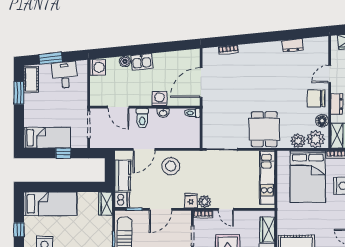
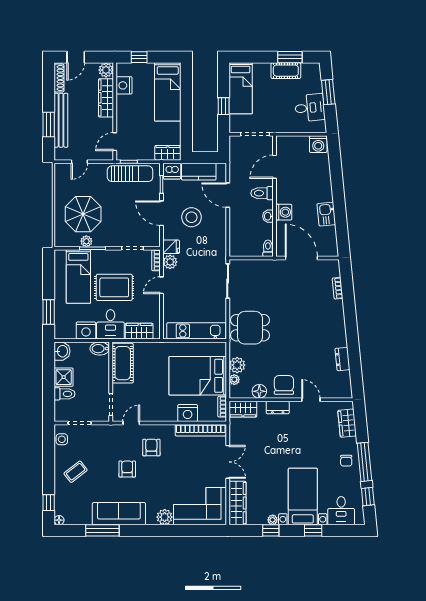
boiler: (125, 61) -> (325, 174), removed
kitchen sink: (142, 62) -> (326, 214), moved
cot: (31, 79) -> (286, 71), moved
plant: (316, 139) -> (234, 380), width x0.53, depth x0.53
stool: (171, 166) -> (191, 217), moved

